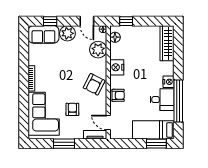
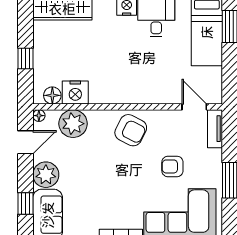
window: (126, 21) -> (26, 58), moved
nightstand: (117, 67) -> (75, 92), moved
armchair: (118, 95) -> (149, 90), removed
door: (108, 122) -> (194, 107), swing flipped

